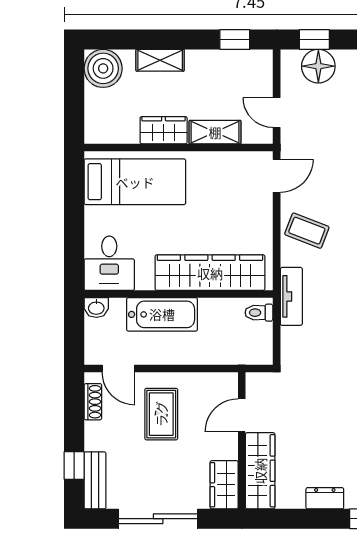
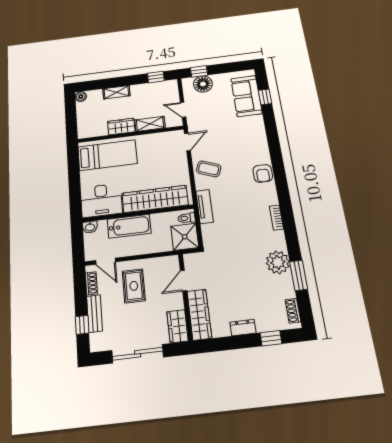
boiler: (103, 68) -> (81, 97), width x0.54, depth x0.54
desk: (109, 263) -> (101, 200), width x1.37
shower: (252, 344) -> (185, 237), added
bench: (95, 480) -> (94, 314), moved

